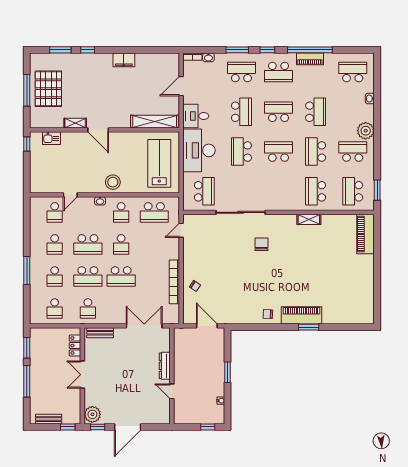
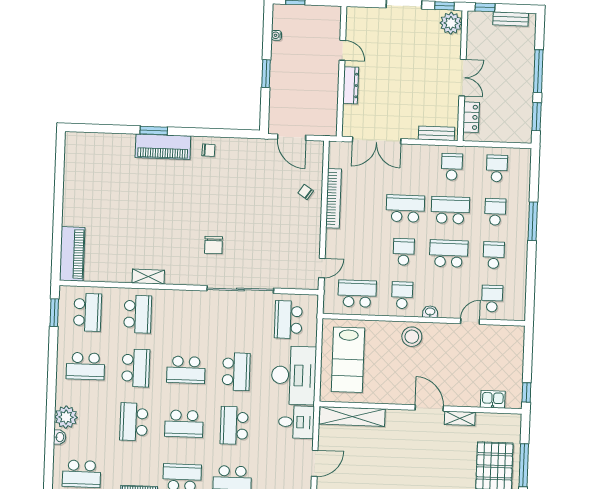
plant: (366, 131) -> (66, 417), moved

